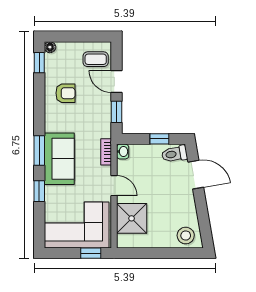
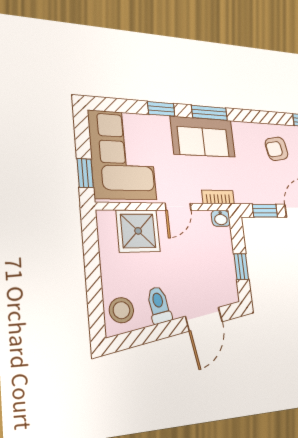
armchair: (65, 93) -> (277, 149), turned 79
toilet: (174, 154) -> (159, 305), moved

